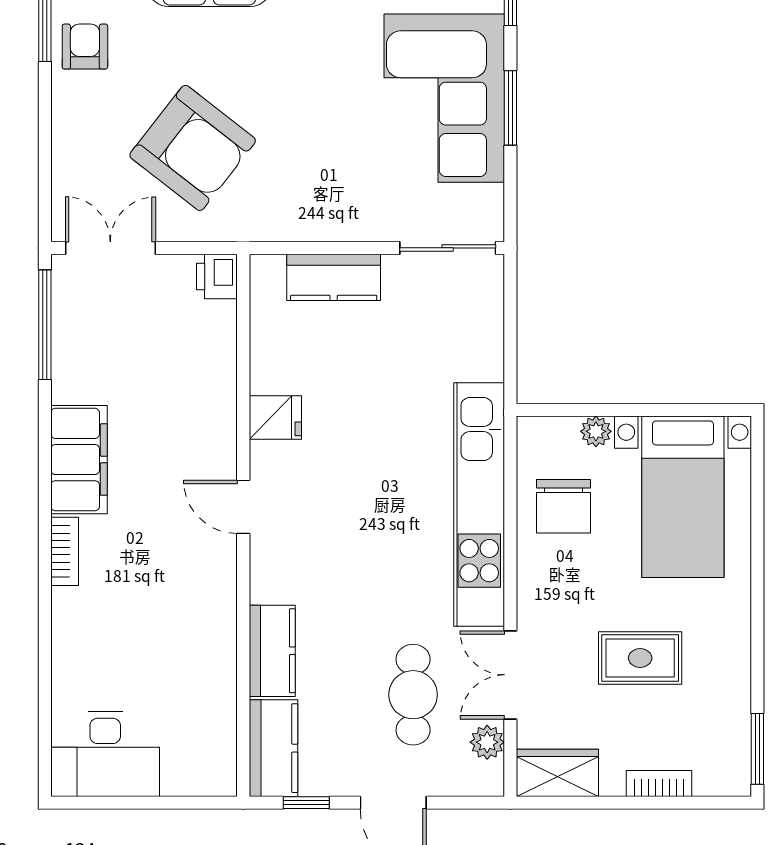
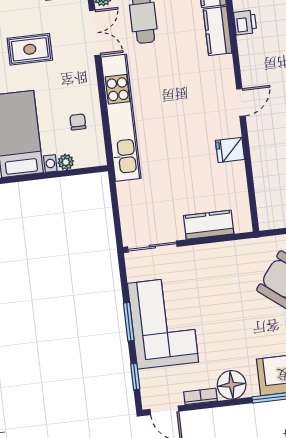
printer: (217, 276) -> (245, 22), moved
chair: (564, 506) -> (78, 122), width x0.54, depth x0.54
door: (243, 507) -> (241, 103), hinge flipped

